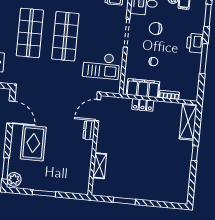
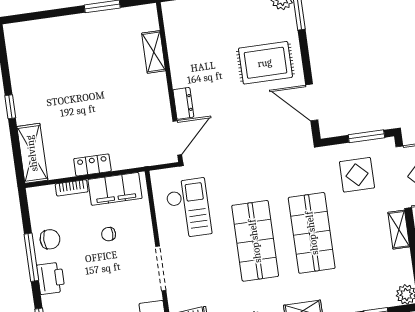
chair: (156, 29) -> (50, 239), moved
checkout: (101, 66) -> (188, 208), turned 90
locker: (143, 105) -> (92, 165), moved
rug: (33, 143) -> (265, 63), turned 90

